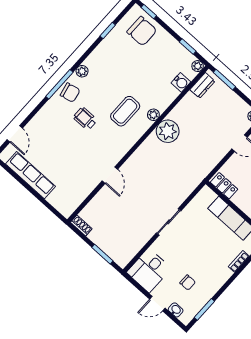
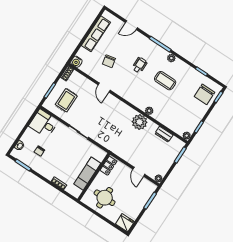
water cooler: (181, 82) -> (76, 62), moved
dresser: (202, 85) -> (164, 134), moved
chair: (70, 93) -> (109, 61), moved
coffee table: (125, 111) -> (165, 81), moved
door: (15, 134) -> (131, 25), moved
door: (110, 175) -> (104, 88), hinge flipped
rug: (120, 233) -> (66, 100), added
door: (157, 304) -> (22, 133), removed

